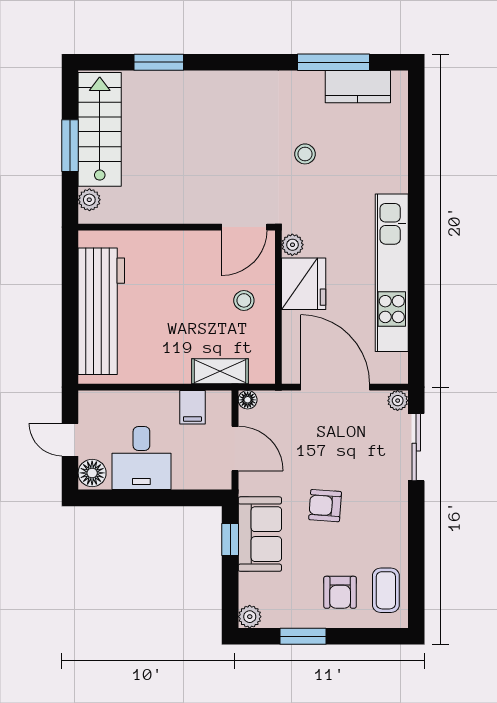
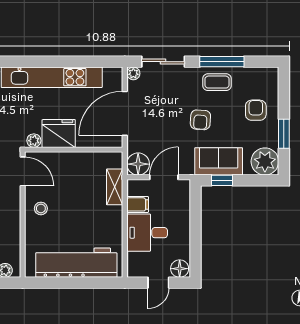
stool: (244, 300) -> (41, 208), moved
floor lamp: (248, 400) -> (138, 164), width x1.89, depth x1.89
desk: (141, 458) -> (147, 233), moved, turned 180
window: (416, 539) -> (222, 62), added
coffee table: (386, 590) -> (217, 82), moved
armchair: (340, 592) -> (256, 110), turned -90
plant: (250, 617) -> (265, 161), width x1.87, depth x1.87

